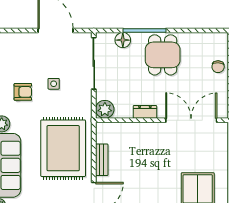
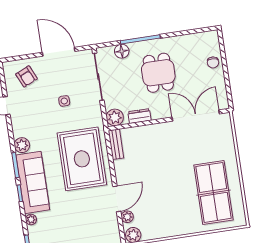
dining table: (163, 55) -> (158, 73), moved
armchair: (23, 92) -> (26, 76), moved, turned 66
dresser: (145, 112) -> (139, 116), moved
bench: (102, 160) -> (116, 144), moved

